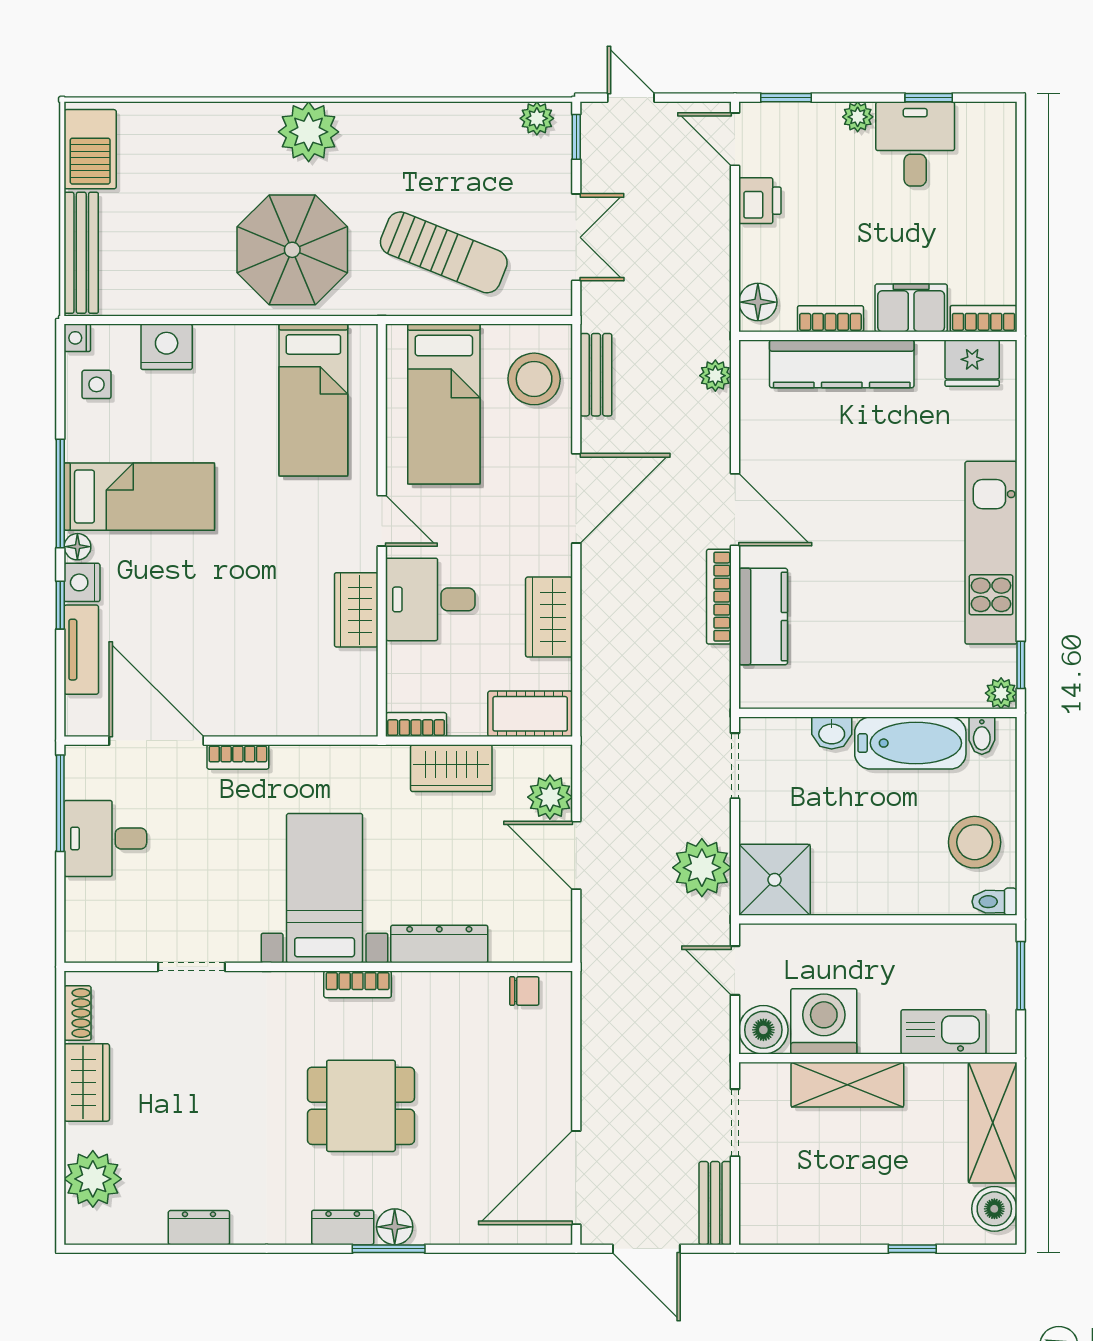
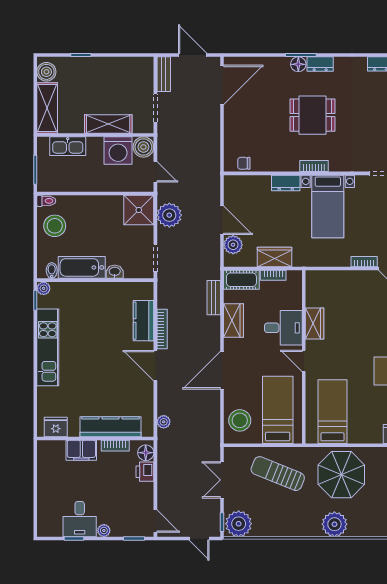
plant: (537, 118) -> (239, 524), width x1.87, depth x1.87
printer: (760, 201) -> (145, 472), moved
bookcase: (984, 319) -> (51, 446), removed
bench: (596, 375) -> (214, 298), moved
bookcase: (416, 725) -> (273, 275), moved
dresser: (439, 944) -> (286, 183), width x0.70

